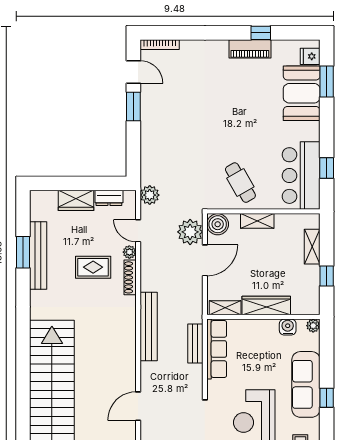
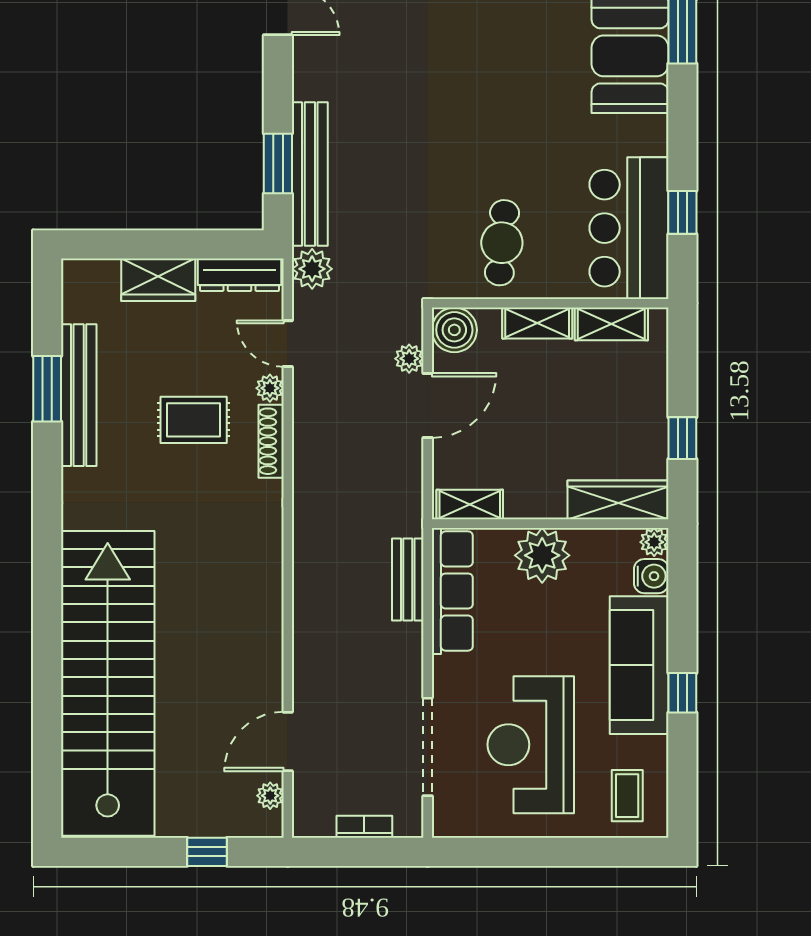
window: (133, 106) -> (278, 164), moved
cafe table: (240, 183) -> (502, 243), turned 35
dresser: (109, 198) -> (240, 275), width x1.44
plant: (190, 232) -> (409, 359), width x0.53, depth x0.53
shelving: (312, 247) -> (611, 324), moved, turned 90
wardrobe: (266, 306) -> (618, 500), moved
bench: (149, 327) -> (310, 174), moved
water cooler: (288, 327) -> (651, 576), moved, turned 90
plant: (260, 332) -> (542, 555), added
door: (138, 406) -> (288, 741), moved

